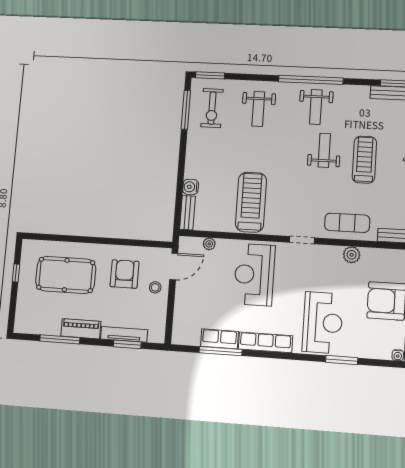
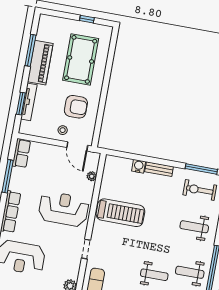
bench: (188, 213) -> (159, 169), moved
piano: (81, 329) -> (40, 63), width x1.37, depth x1.33
row of seats: (219, 339) -> (21, 153), moved

